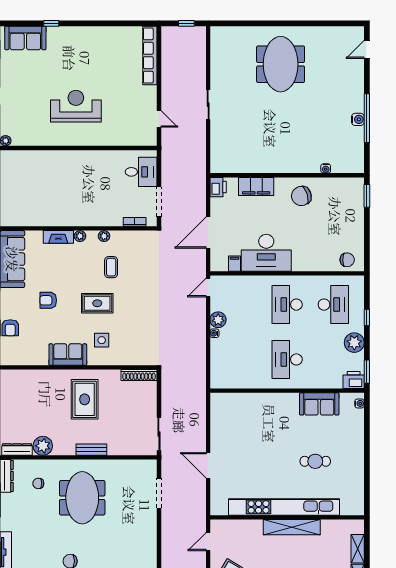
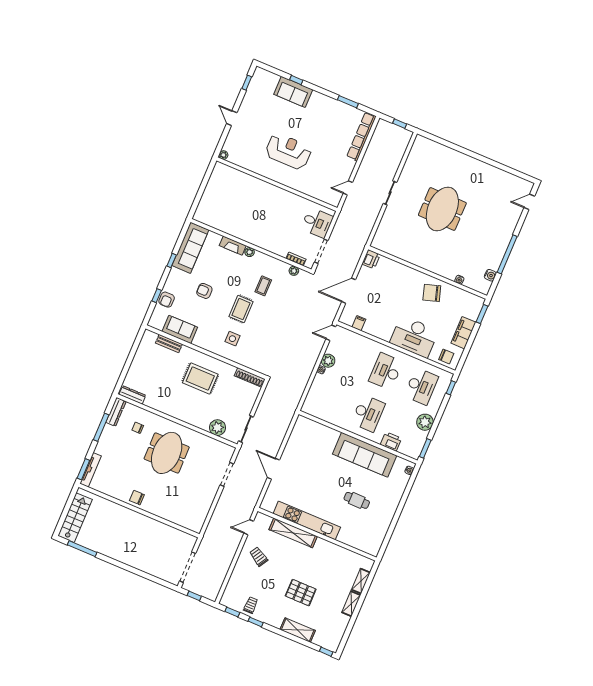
window: (119, 23) -> (348, 102), added
sofa: (25, 38) -> (293, 92), moved
meeting table: (281, 64) -> (442, 209), moved
door: (159, 119) -> (348, 188), swing flipped
water cooler: (358, 119) -> (490, 275), moved
filing cabinet: (256, 186) -> (463, 333), moved, turned 90
plant: (104, 236) -> (294, 271), moved
desk: (266, 253) -> (414, 337), moved
rug: (97, 303) -> (241, 309), turned 90
window: (367, 318) -> (451, 388), moved
sofa: (68, 355) -> (180, 329), moved
desk: (287, 359) -> (368, 413), turned 180
printer: (354, 380) -> (391, 442), moved
rug: (85, 399) -> (200, 378), turned 90
sofa: (319, 404) -> (365, 455), width x1.85, depth x1.27
plant: (43, 446) -> (217, 428), moved
bench: (91, 450) -> (169, 344), moved
kitchen unit: (284, 507) -> (307, 520), width x0.73
shelving: (292, 527) -> (293, 533), moved

